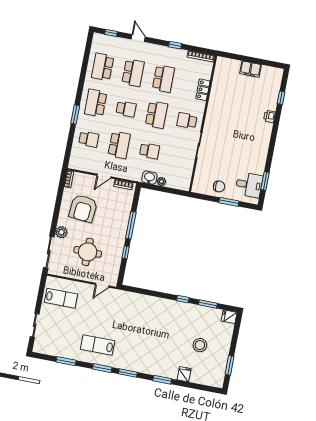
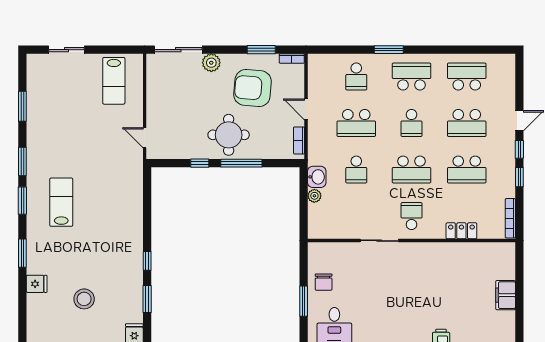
window: (111, 33) -> (519, 149), moved
window: (59, 198) -> (261, 50), added
round table: (88, 252) -> (229, 135), moved
lab bench: (98, 345) -> (61, 202), moved

